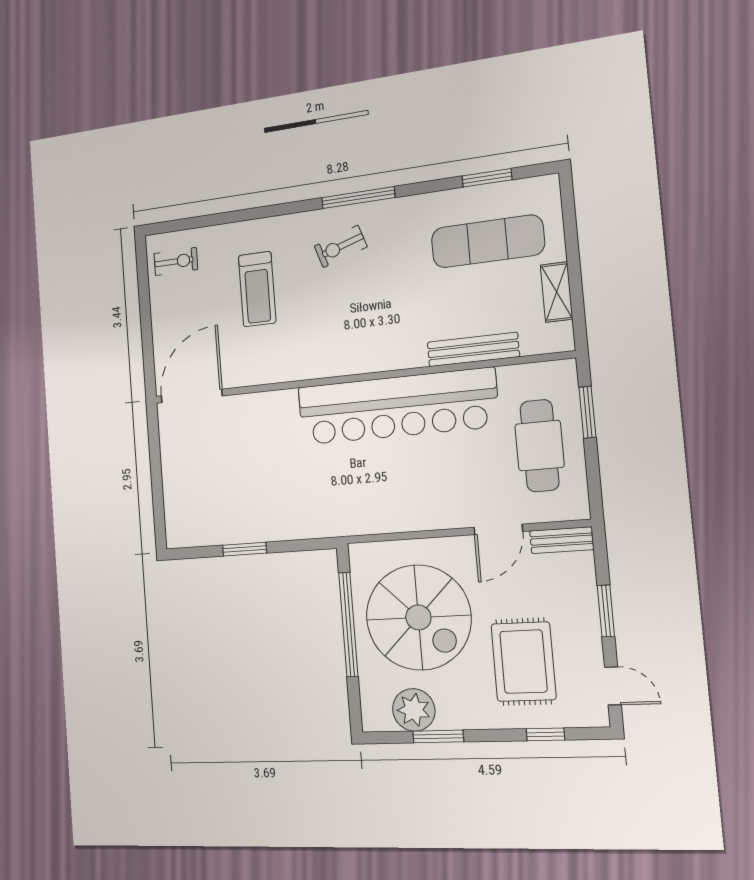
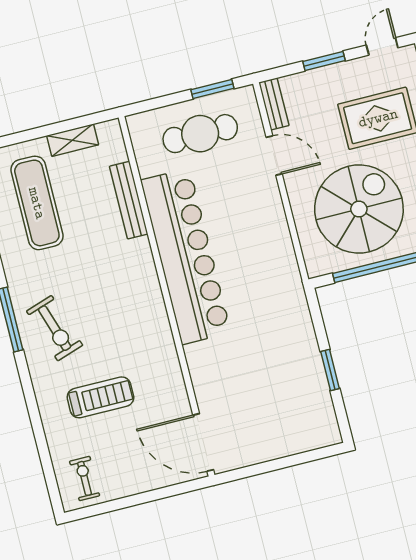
exercise bike: (341, 246) -> (55, 328), width x1.38, depth x1.39
window: (587, 412) -> (212, 89), moved

